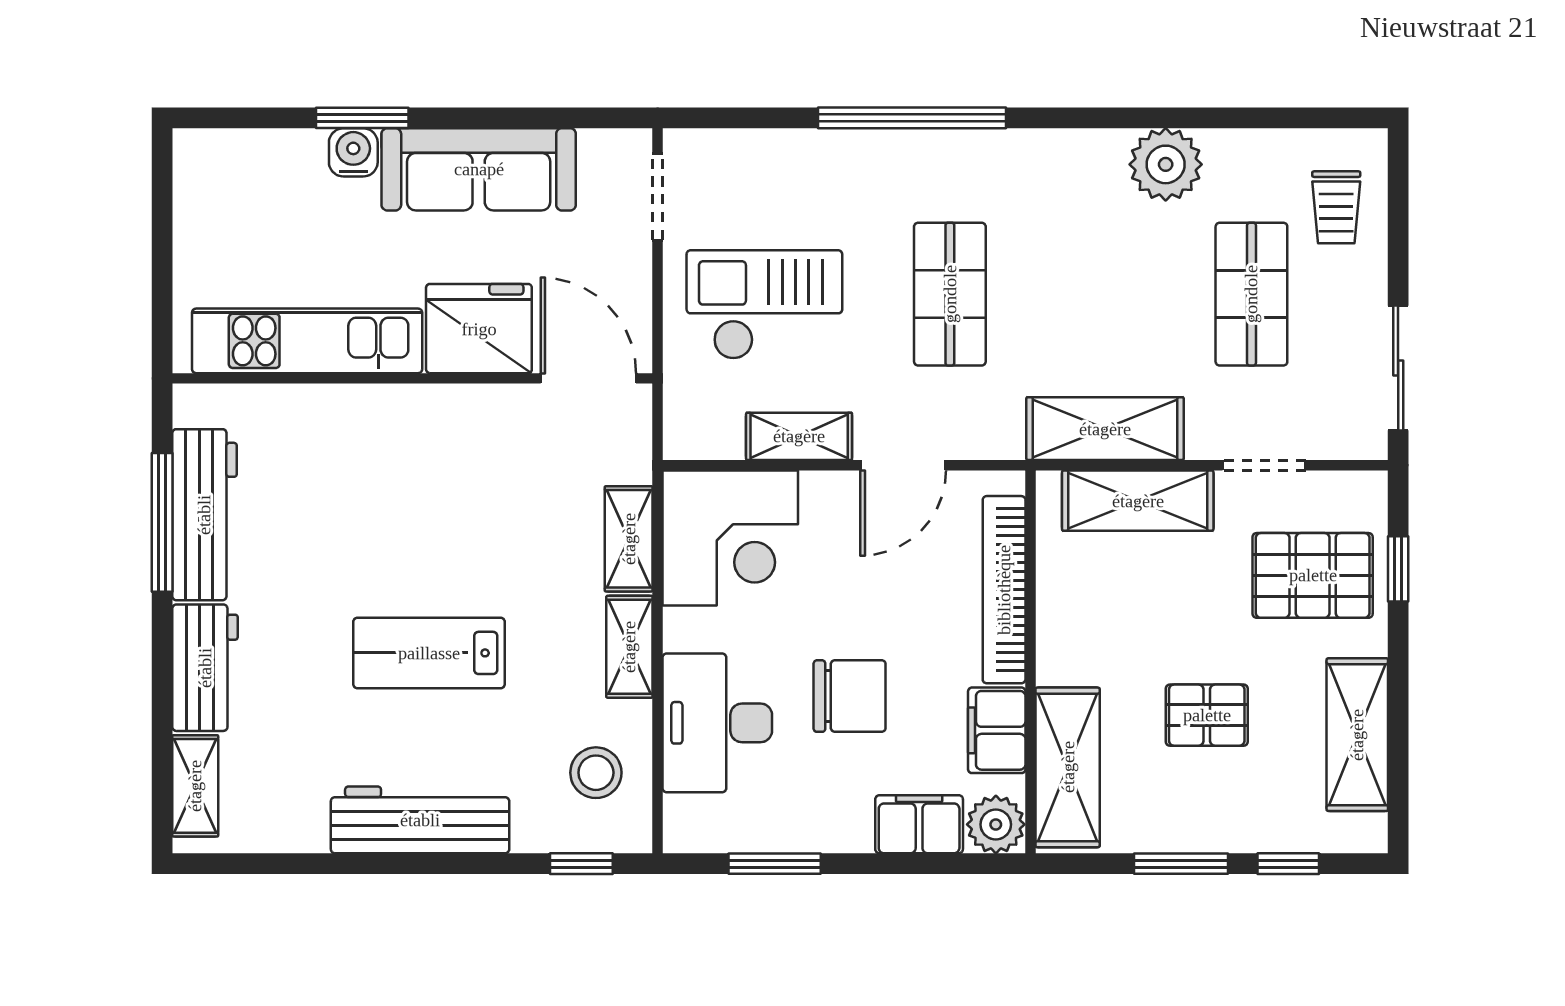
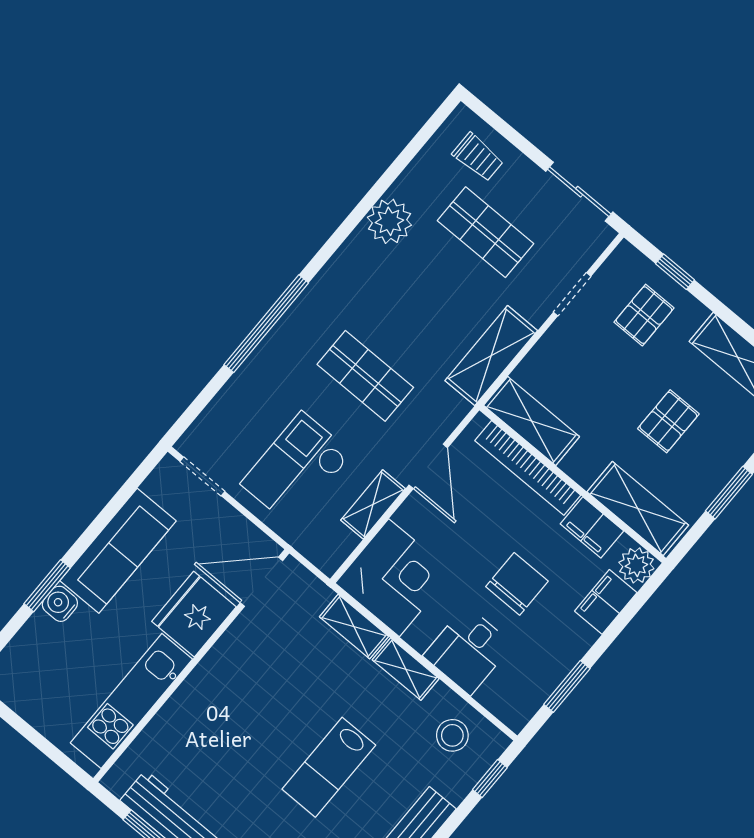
shelving: (1138, 501) -> (532, 421), moved, turned 90
pallet: (1313, 575) -> (644, 315), width x0.67, depth x0.71
desk: (717, 723) -> (468, 650), width x0.73

